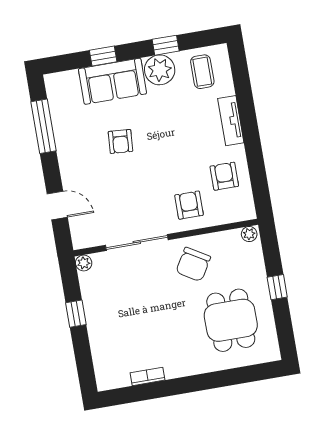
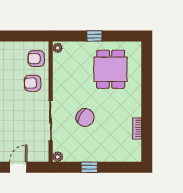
armchair: (224, 176) -> (36, 59), moved
chair: (193, 264) -> (85, 118), moved
dining table: (231, 320) -> (111, 69), turned 90

